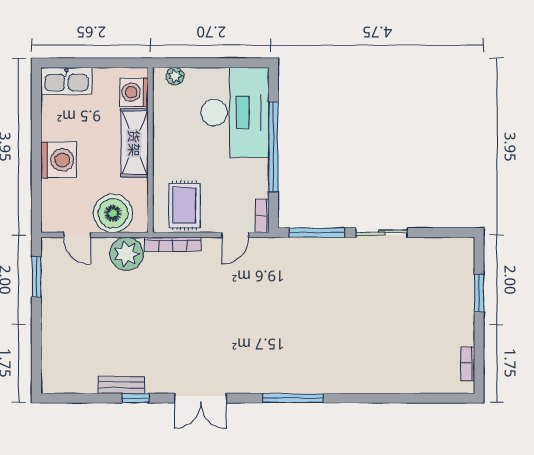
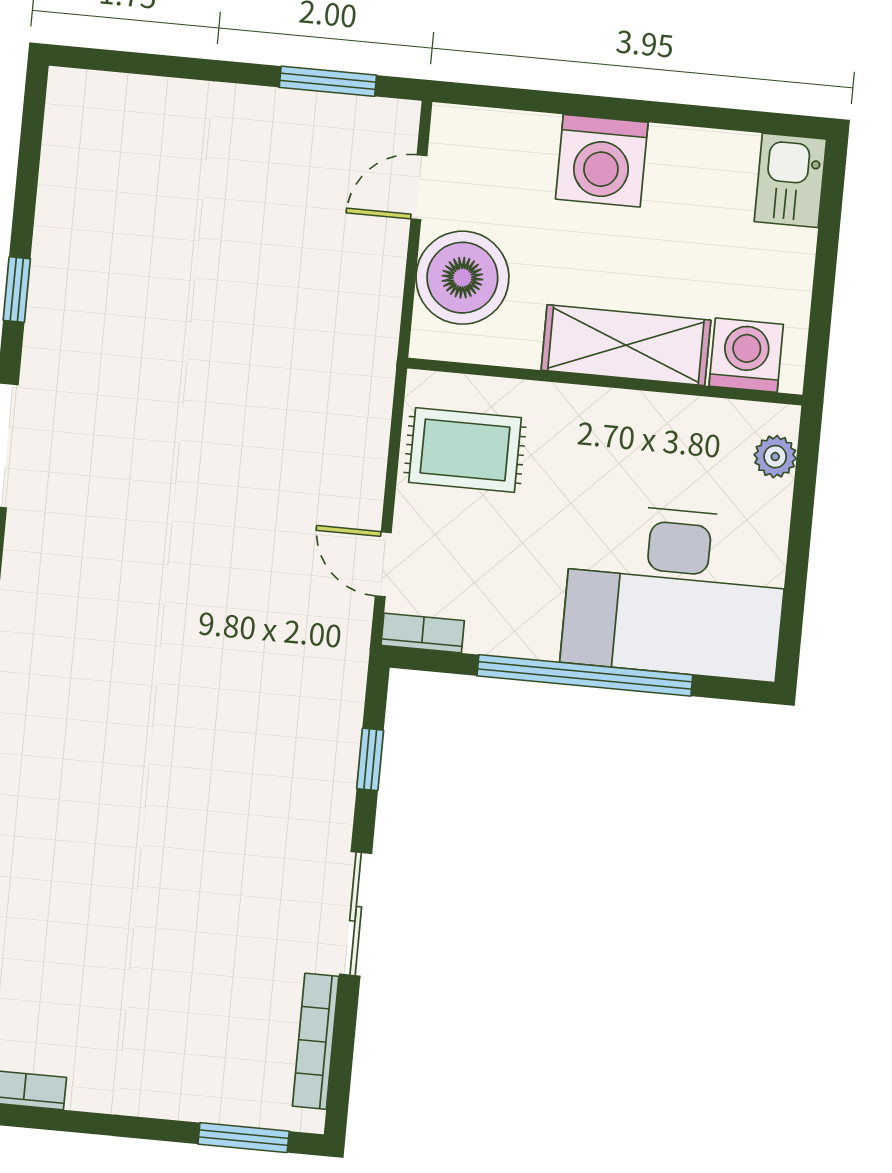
kitchen sink: (66, 81) -> (790, 180), width x0.73
window: (317, 233) -> (370, 759), width x0.46
bookcase: (173, 244) -> (316, 1041), moved
plant: (127, 254) -> (363, 301), removed
window: (479, 293) -> (244, 1138), moved
bench: (121, 385) -> (51, 259), removed

